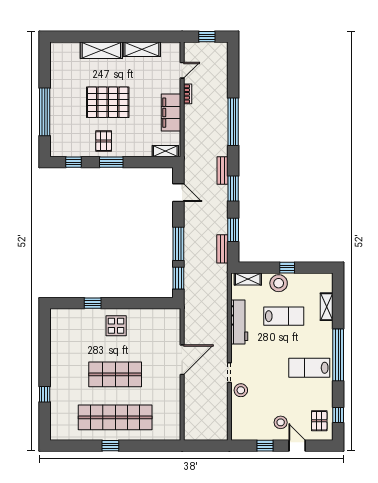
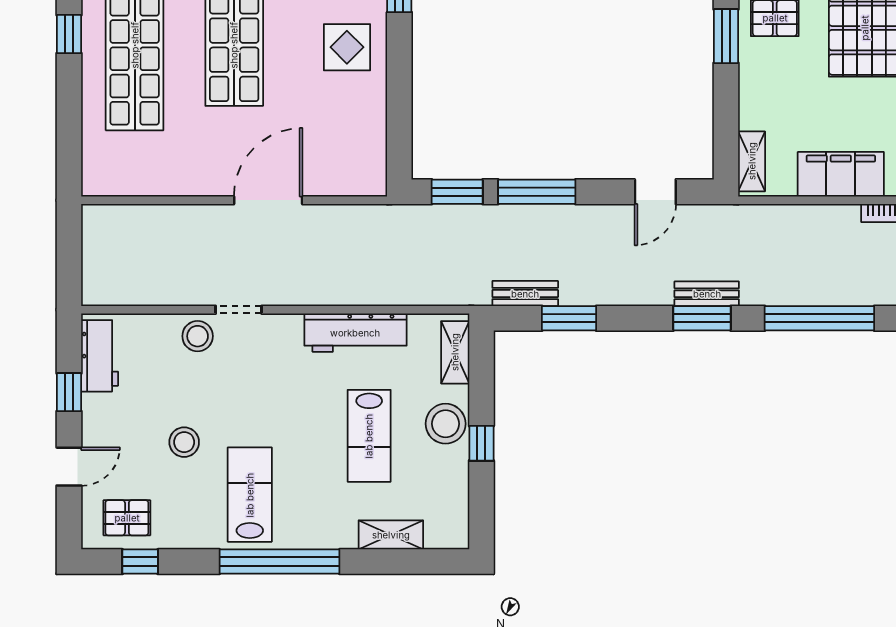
window: (233, 189) -> (702, 318), moved
door: (182, 360) -> (268, 200), swing flipped
stool: (281, 422) -> (184, 442), moved
workbench: (249, 433) -> (100, 356), added

